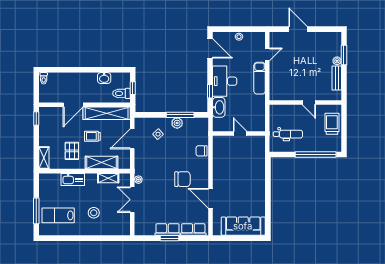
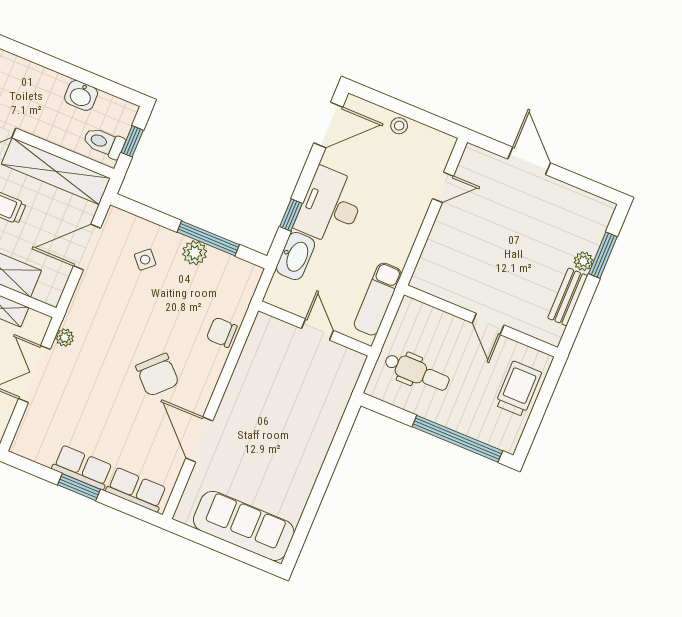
door: (210, 48) -> (328, 125), hinge flipped
exam couch: (260, 78) -> (378, 299), moved
chair: (182, 179) -> (157, 375), turned 45

